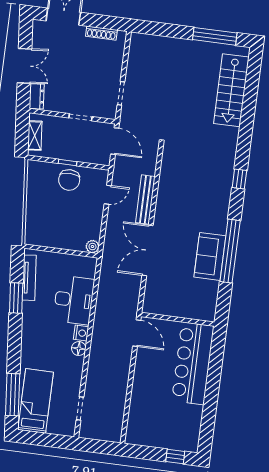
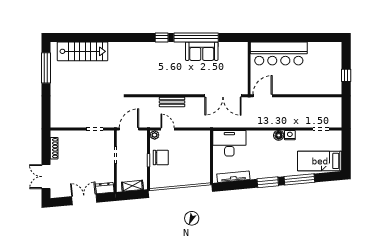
window: (239, 179) -> (162, 37), moved
bench: (145, 200) -> (172, 102), width x0.73
plant: (92, 247) -> (155, 135), moved
double door: (147, 250) -> (223, 96), moved
window: (16, 298) -> (268, 182), moved
desk: (74, 300) -> (229, 143), moved
nightstand: (81, 333) -> (290, 135), moved
window: (13, 395) -> (299, 179), moved
window: (175, 457) -> (346, 75), moved

